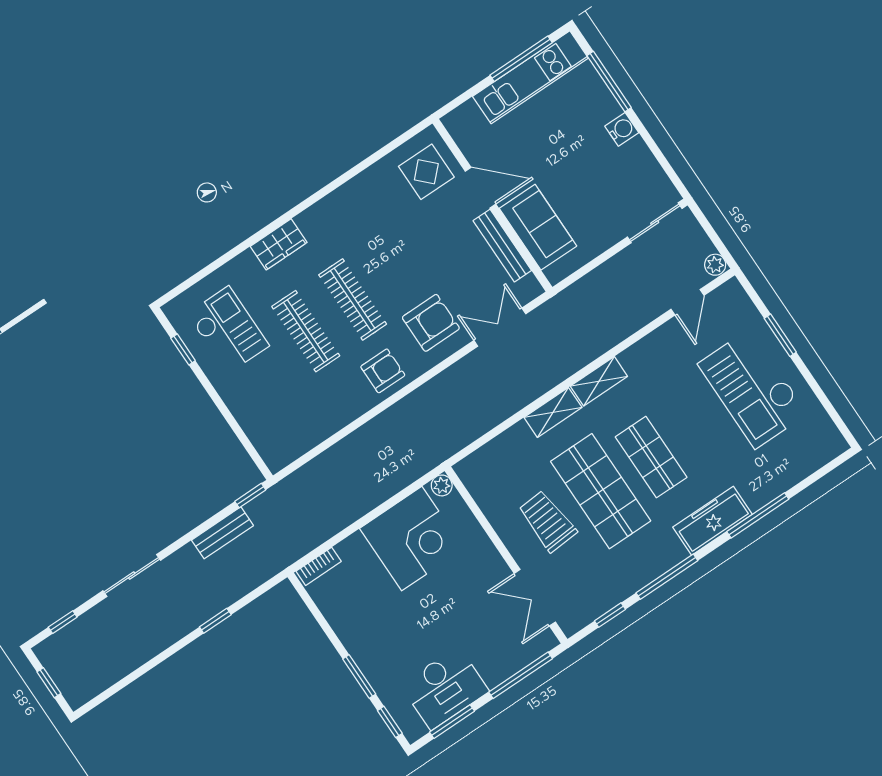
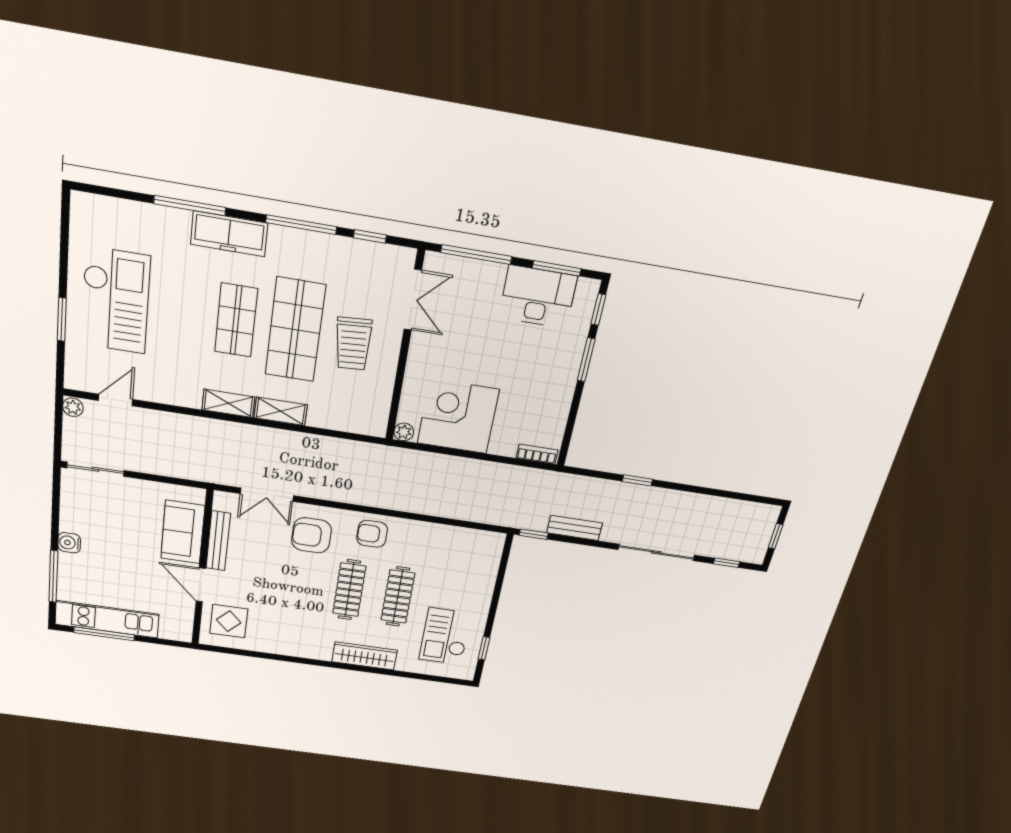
wardrobe: (279, 244) -> (364, 656), width x1.50
sliding door: (132, 576) -> (656, 552), width x1.37

